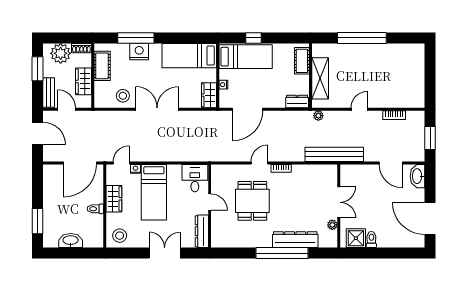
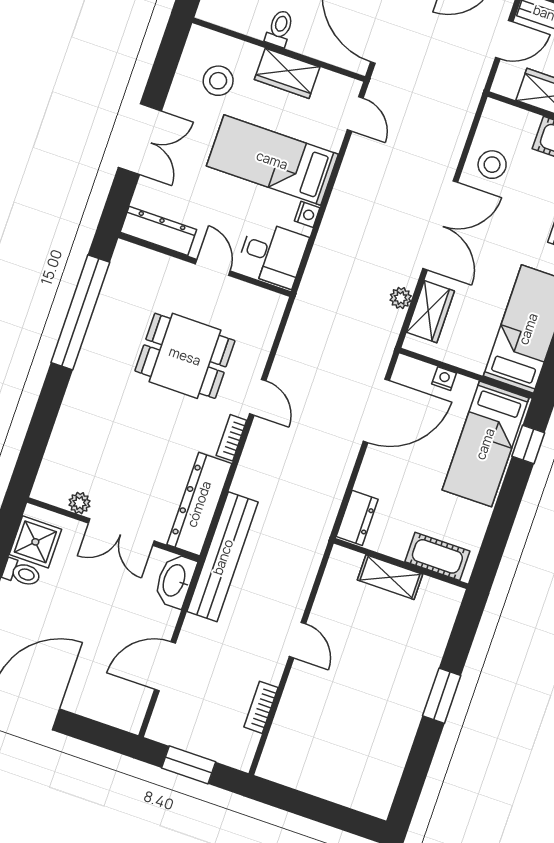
window: (254, 38) -> (528, 444), moved
window: (362, 38) -> (442, 696), width x0.47
shelving: (320, 78) -> (390, 577), width x0.67, depth x0.75
wardrobe: (209, 95) -> (430, 312), moved, turned 90
door: (248, 109) -> (376, 411), swing flipped
plant: (318, 116) -> (401, 298), moved
nightstand: (135, 169) -> (307, 214), moved
washbasin: (417, 176) -> (175, 581), moved, turned -90
door: (210, 202) -> (213, 267), swing flipped
stool: (120, 236) -> (218, 81), moved
dresser: (295, 240) -> (199, 504), moved, turned 180
window: (282, 253) -> (80, 312), moved

